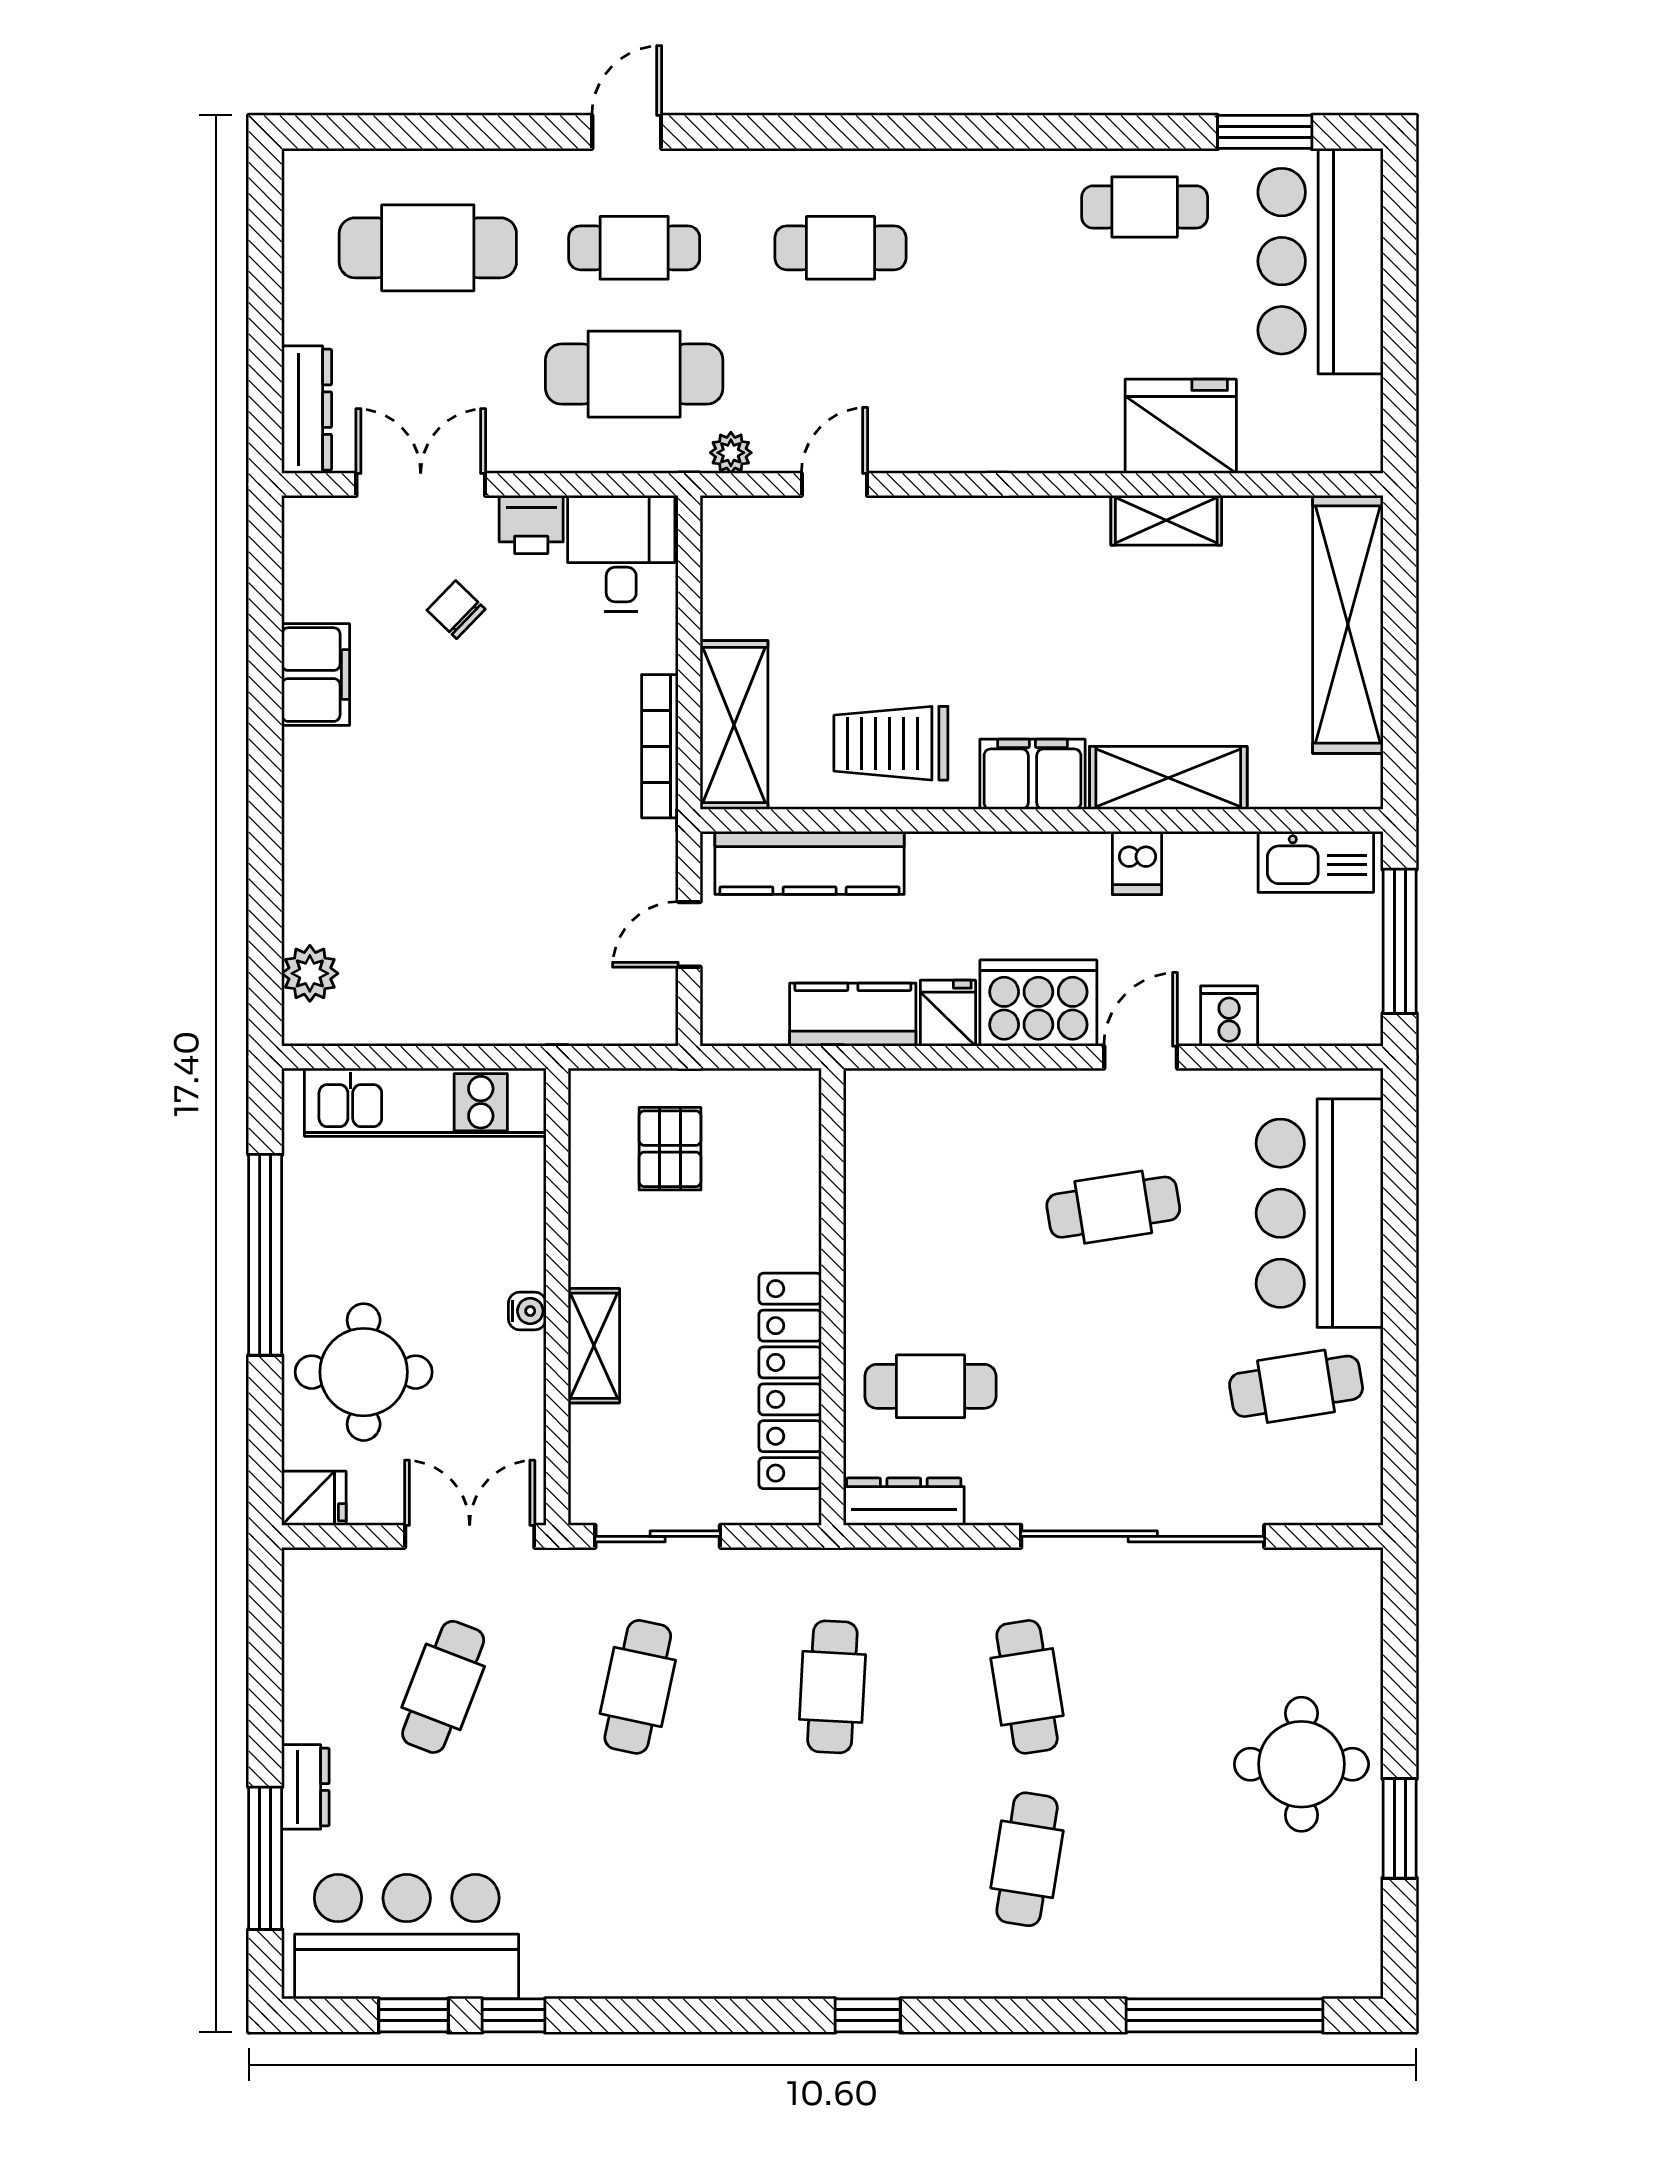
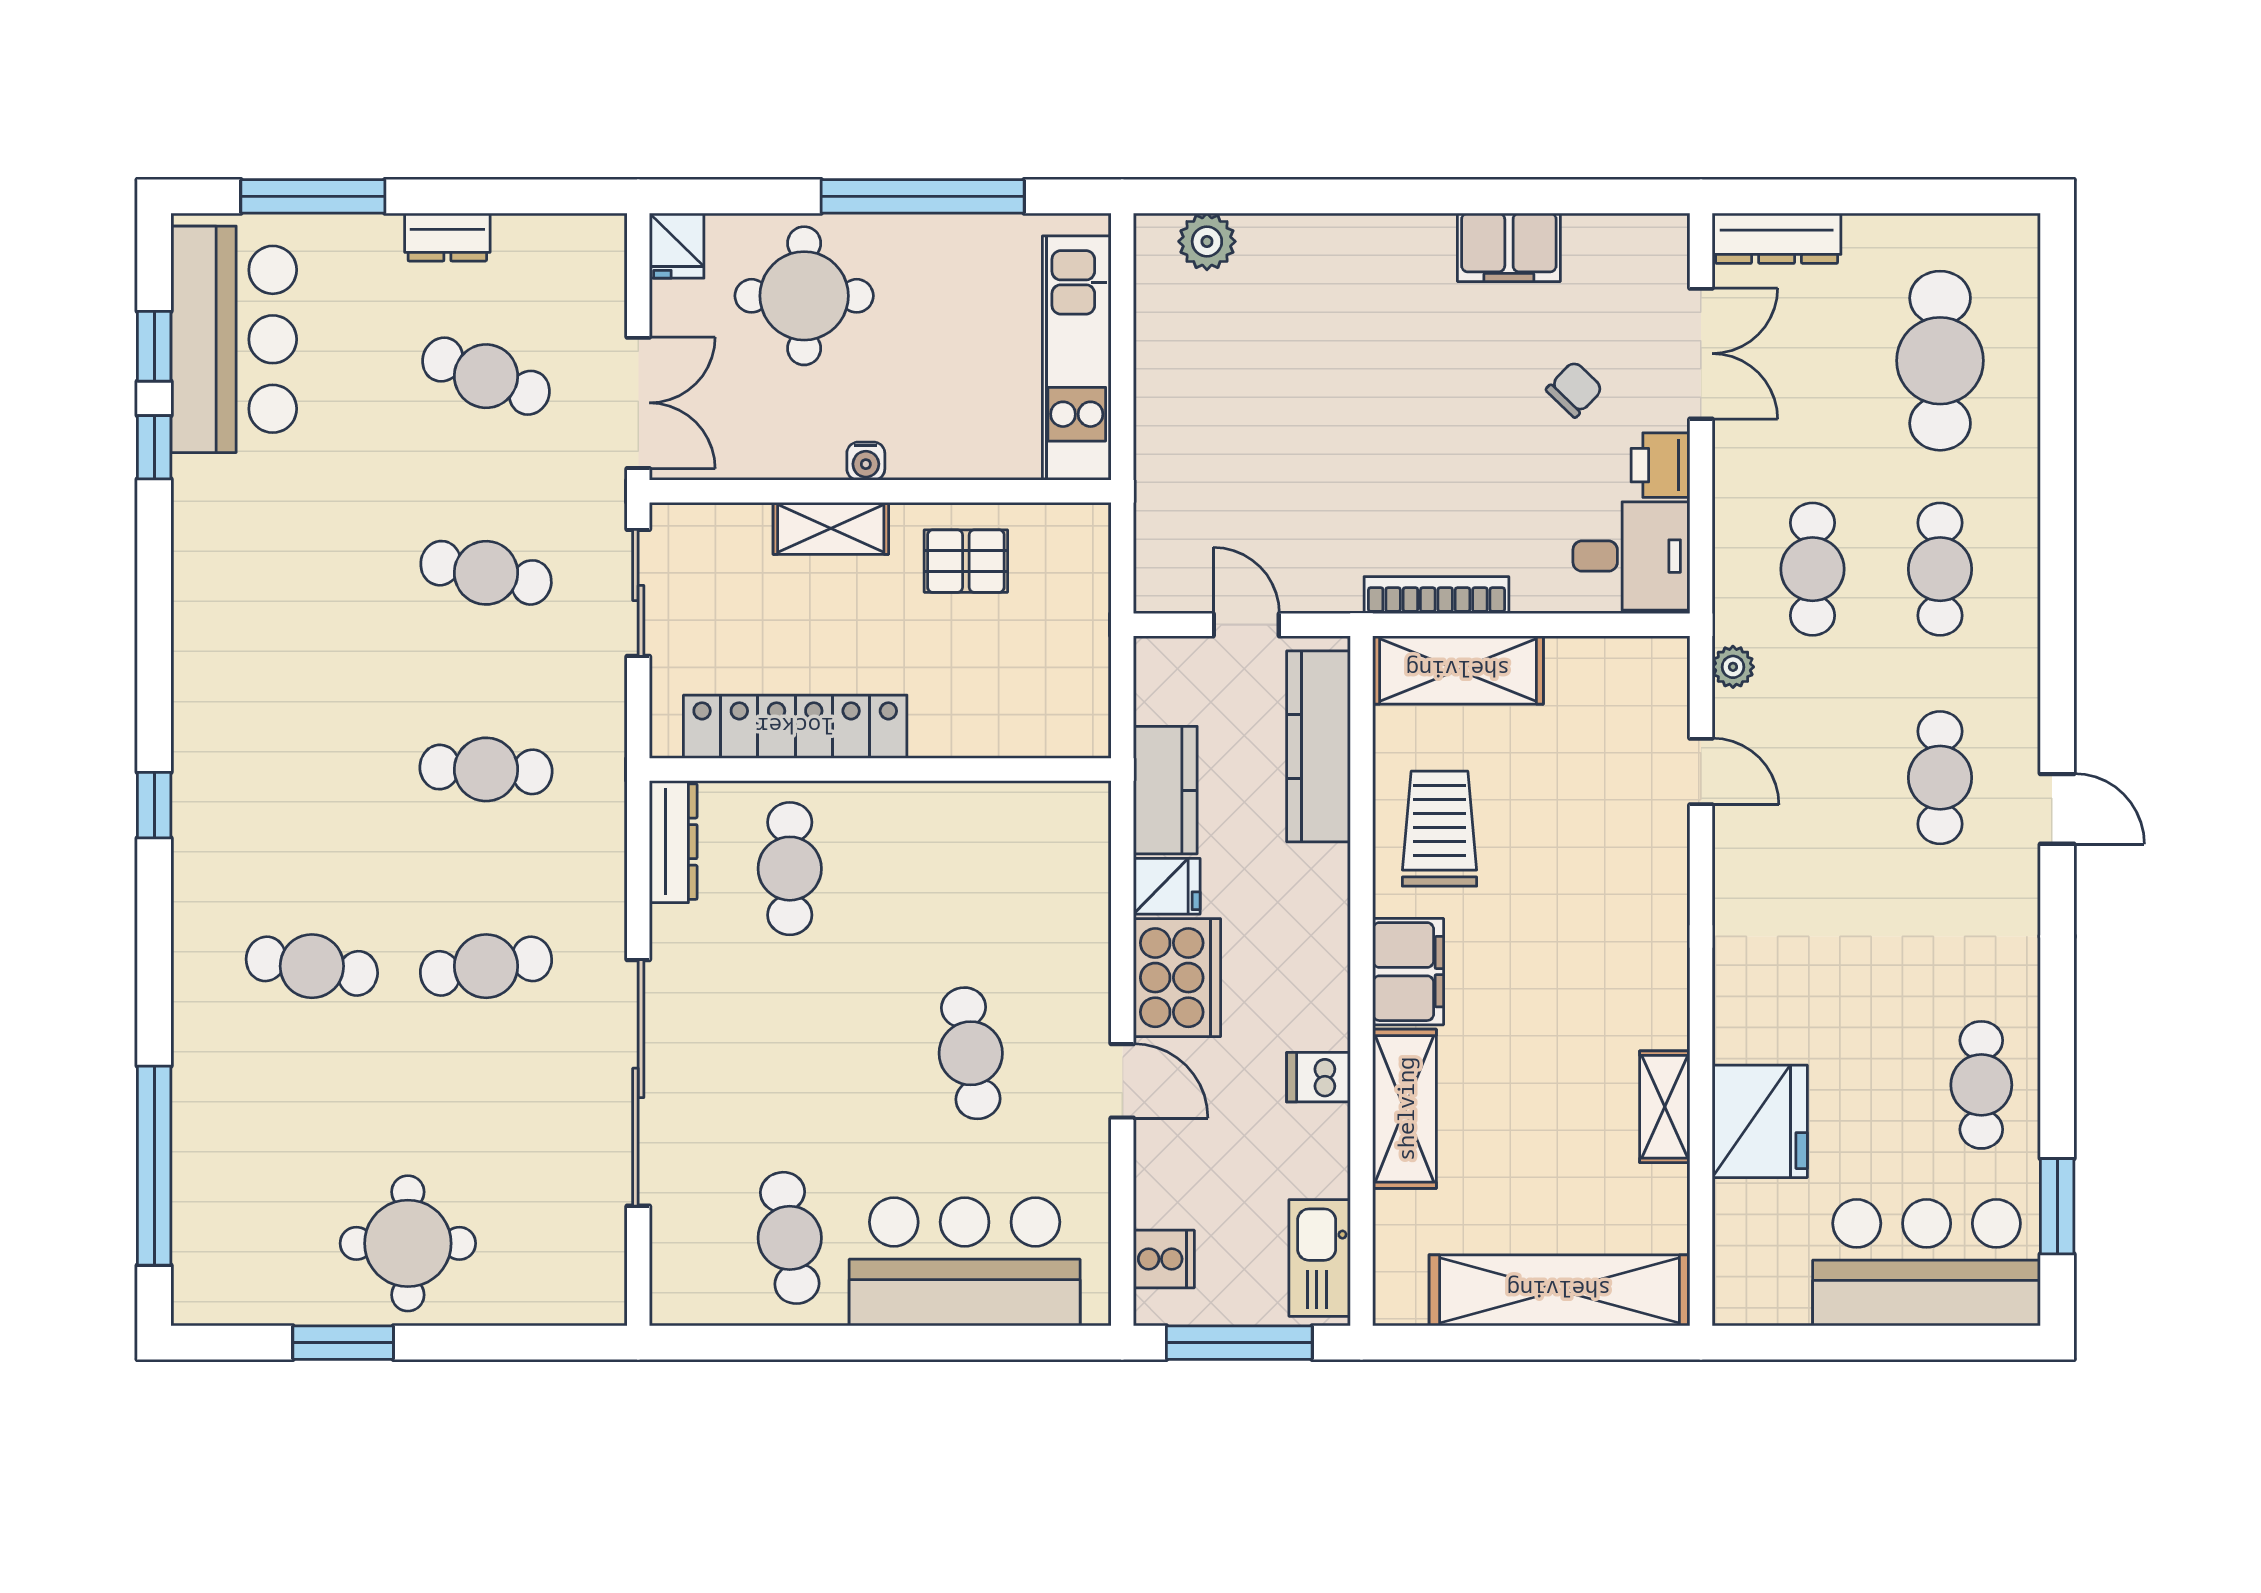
door: (627, 132) -> (2057, 809), moved
cafe table: (634, 374) -> (1812, 569), width x0.73, depth x0.74
cooker: (1229, 1016) -> (1164, 1259), moved
pallet: (670, 1149) -> (966, 561), moved
dresser: (305, 1787) -> (447, 237), moved

